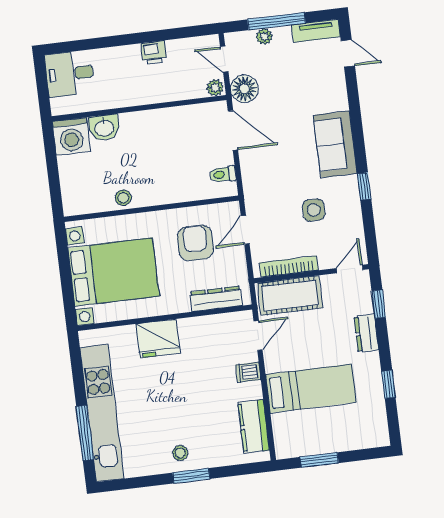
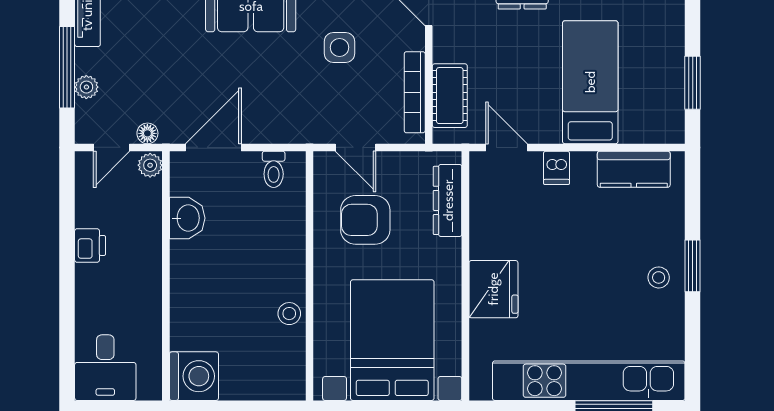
floor lamp: (244, 89) -> (147, 133), width x0.53, depth x0.53
washbasin: (104, 128) -> (187, 218), moved
cot: (290, 295) -> (450, 96), width x0.73, depth x0.75

